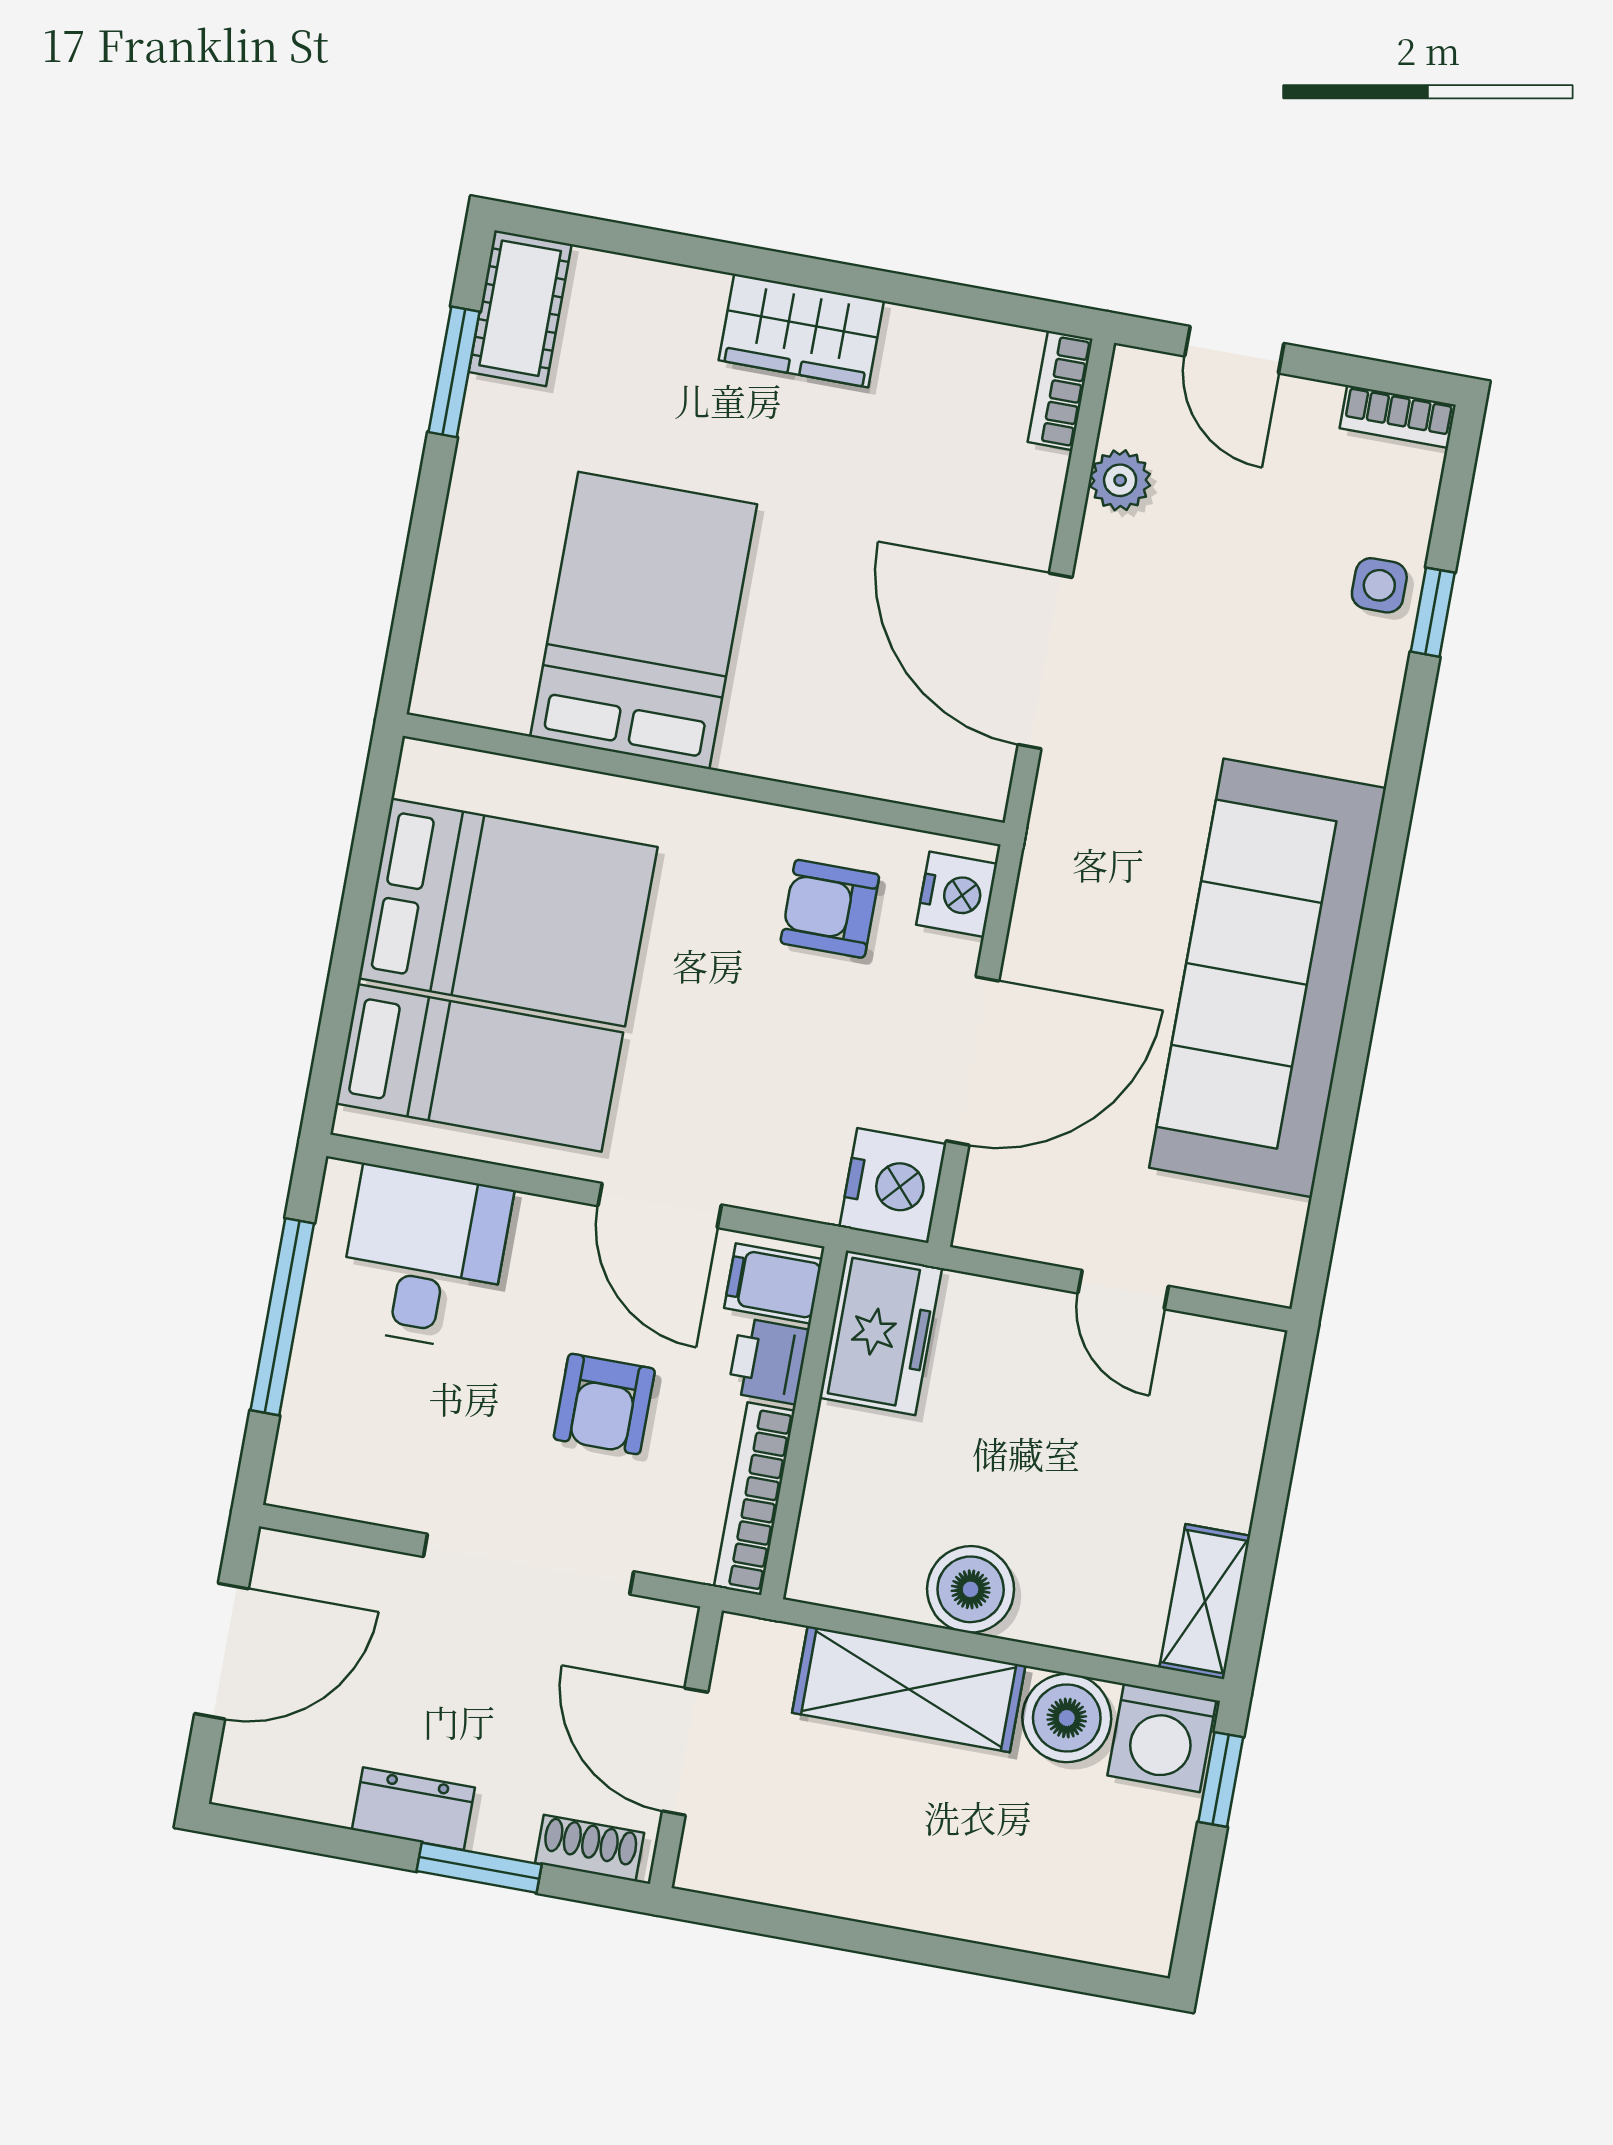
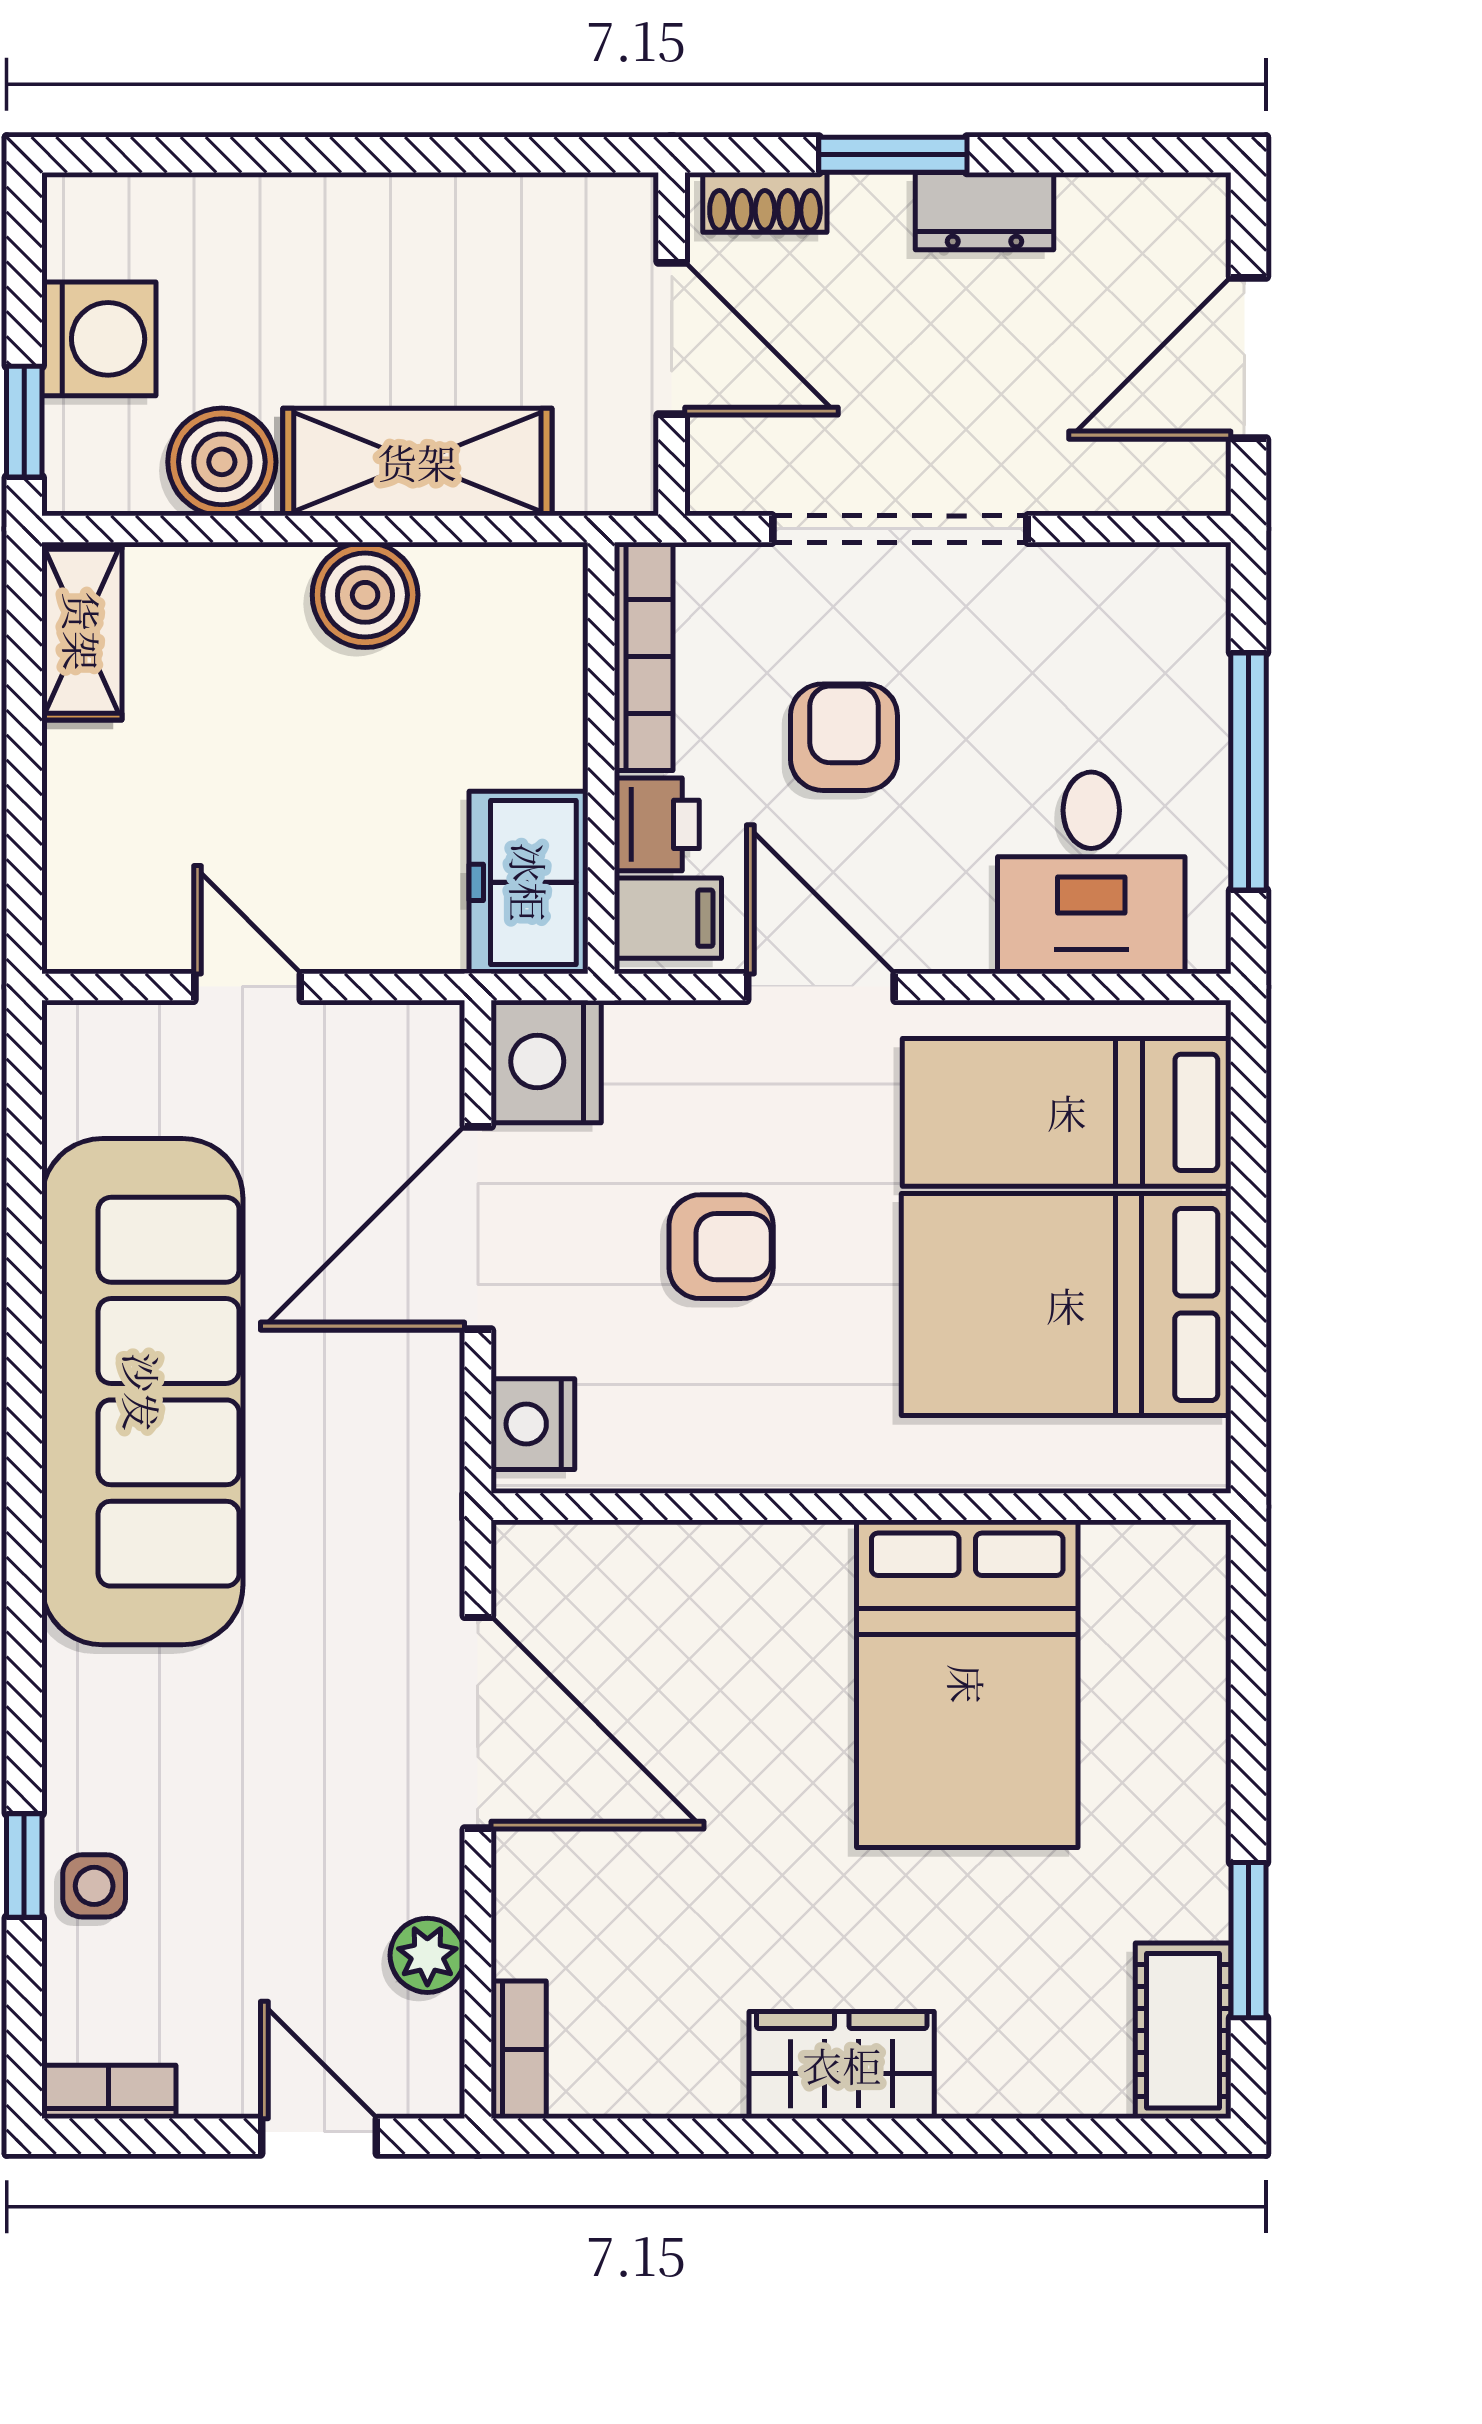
armchair: (830, 909) -> (721, 1247), moved
washing machine: (1162, 1738) -> (99, 339), moved, turned 90

